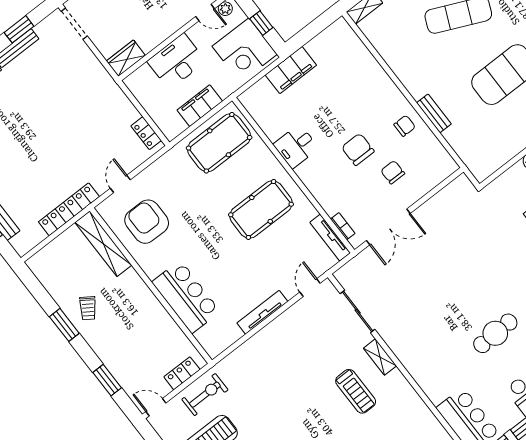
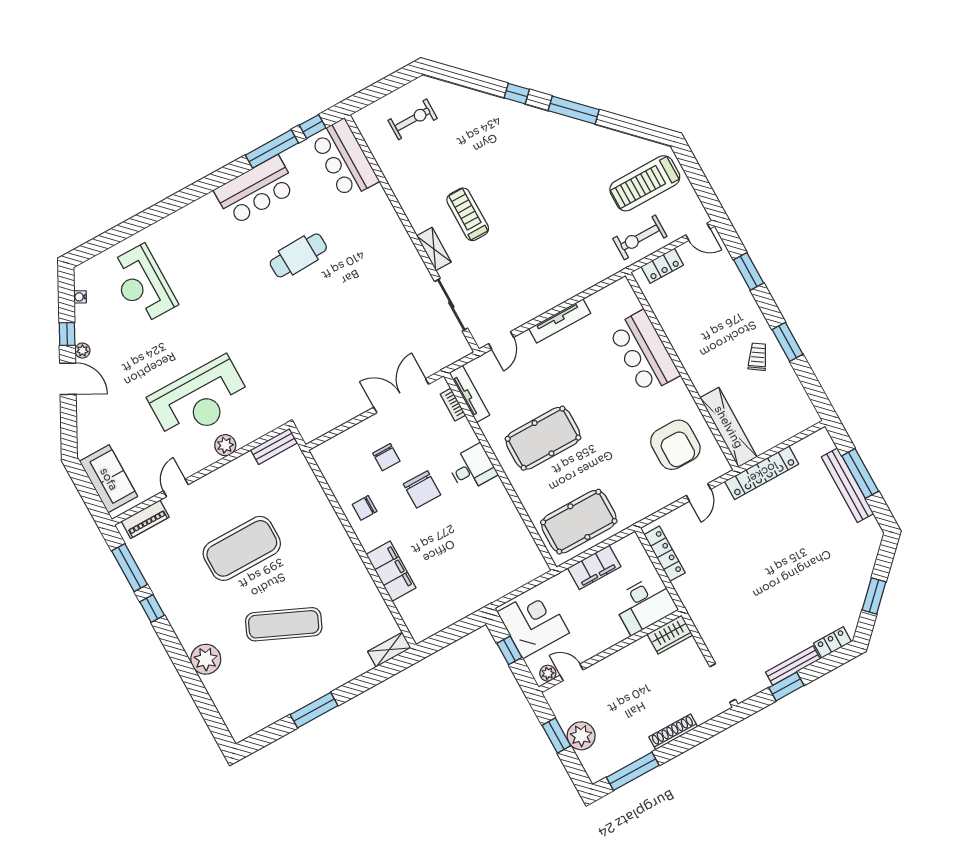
desk: (177, 61) -> (645, 604), moved
filing cabinet: (291, 70) -> (391, 571), moved, turned 90
bench: (434, 113) -> (274, 447), moved, turned 90
locker: (146, 133) -> (665, 554), width x1.53
desk: (296, 146) -> (472, 468), moved

